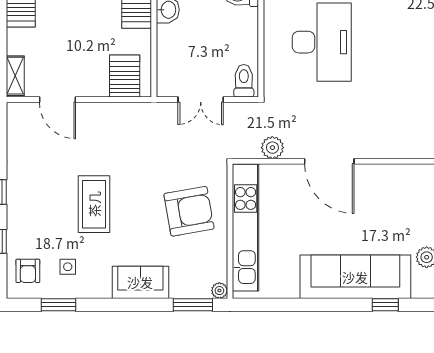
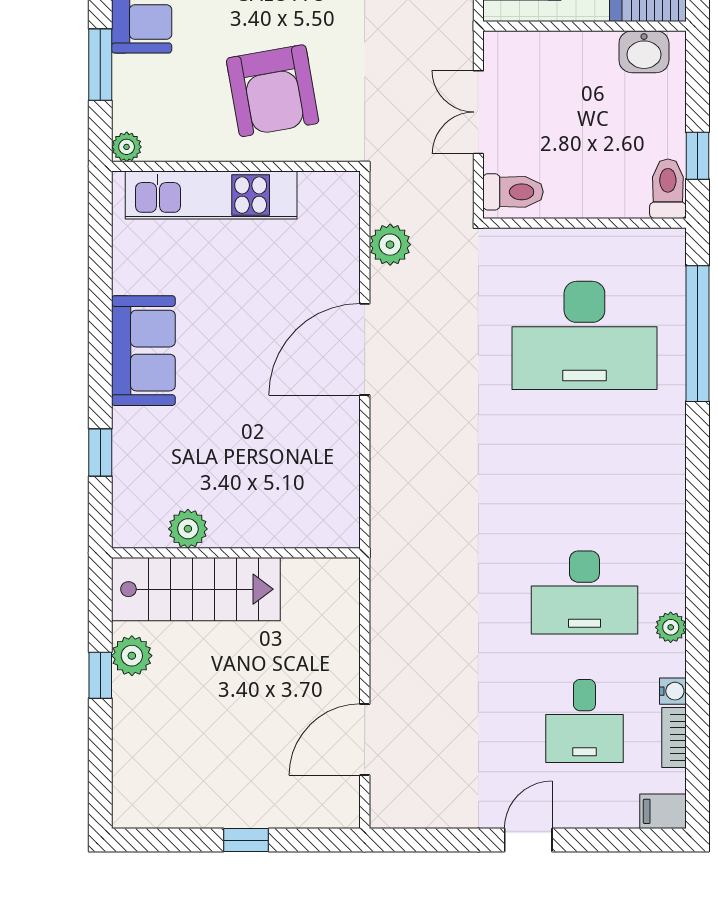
kitchen unit: (246, 228) -> (211, 195), width x0.73
sofa: (355, 277) -> (143, 351), width x0.54, depth x0.79
window: (193, 305) -> (100, 65), moved

